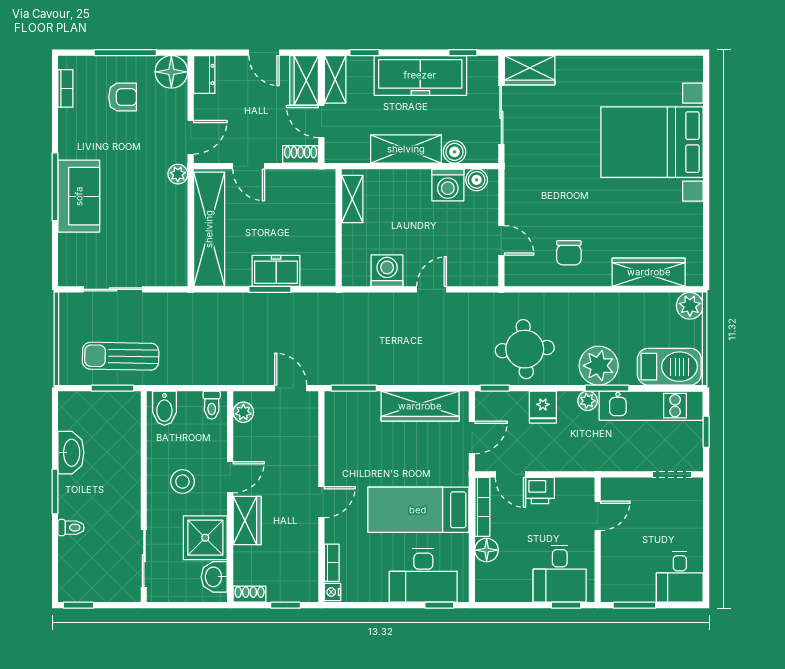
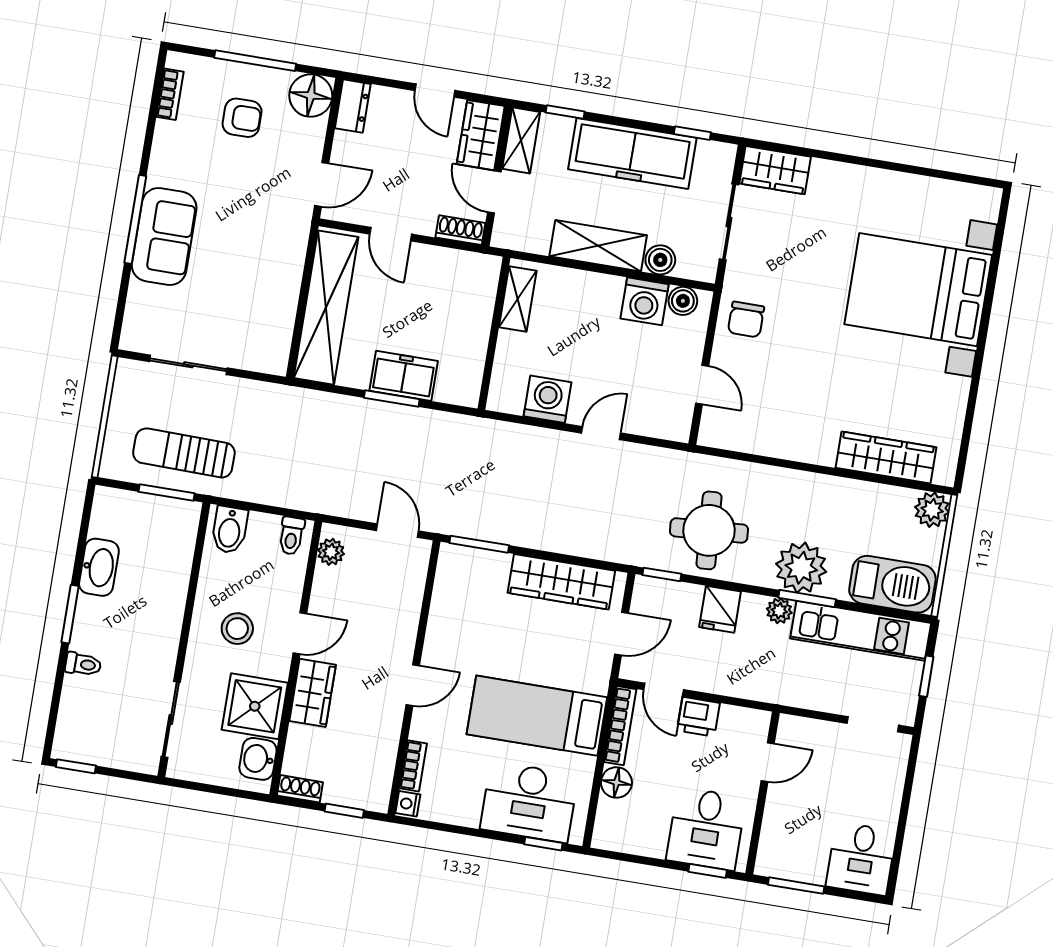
plant: (178, 174) -> (297, 229), removed
chair: (569, 253) -> (746, 320), moved

